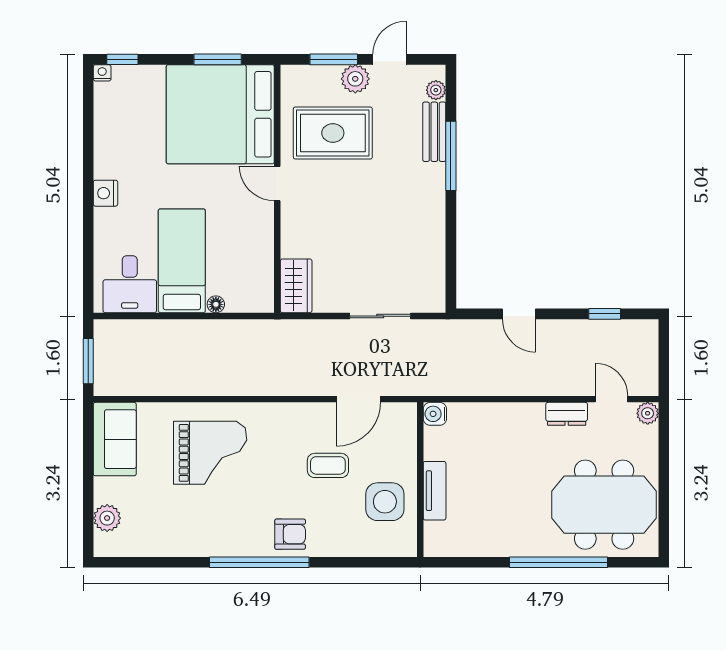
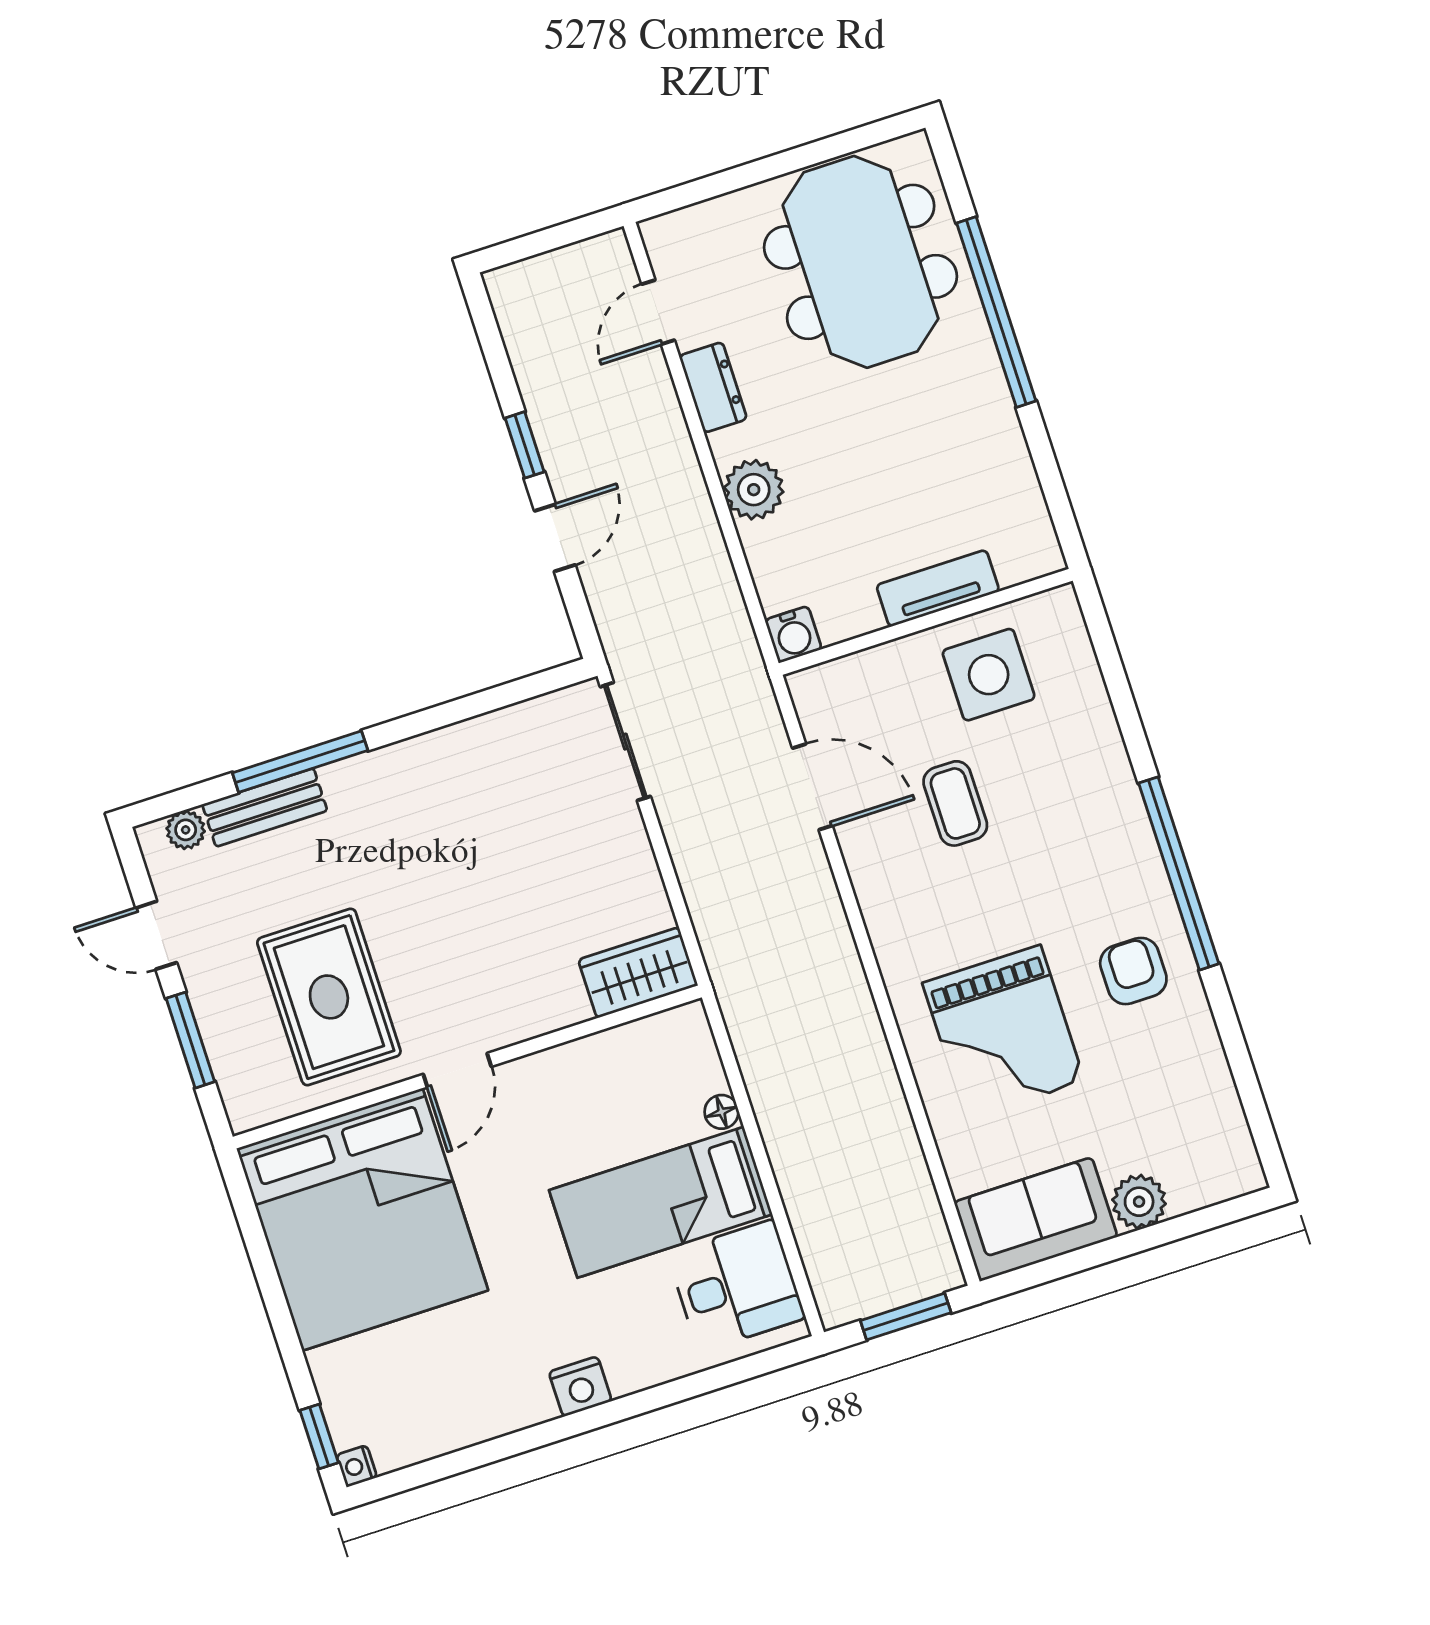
window: (218, 59) -> (261, 1258), removed
plant: (355, 79) -> (214, 988), removed
window: (605, 314) -> (525, 445), moved
sliding door: (380, 316) -> (625, 742), moved
plant: (648, 413) -> (754, 490), moved, width x1.38, depth x1.38
grand piano: (210, 453) -> (1003, 1032), turned 180
plant: (107, 518) -> (1139, 1202), moved
armchair: (290, 534) -> (1133, 971), moved

